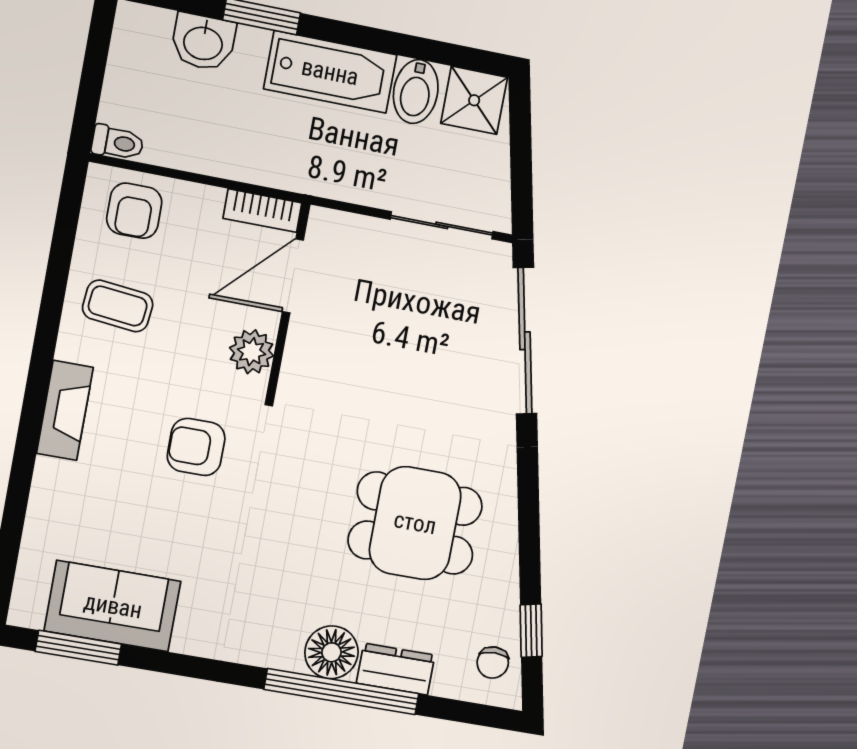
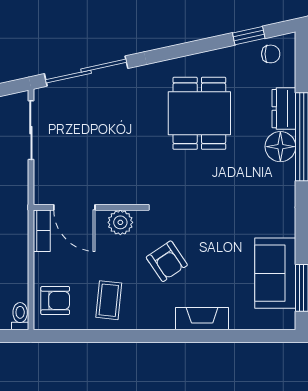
fireplace: (65, 410) -> (202, 319), moved
armchair: (196, 447) -> (167, 261), moved, turned -34

